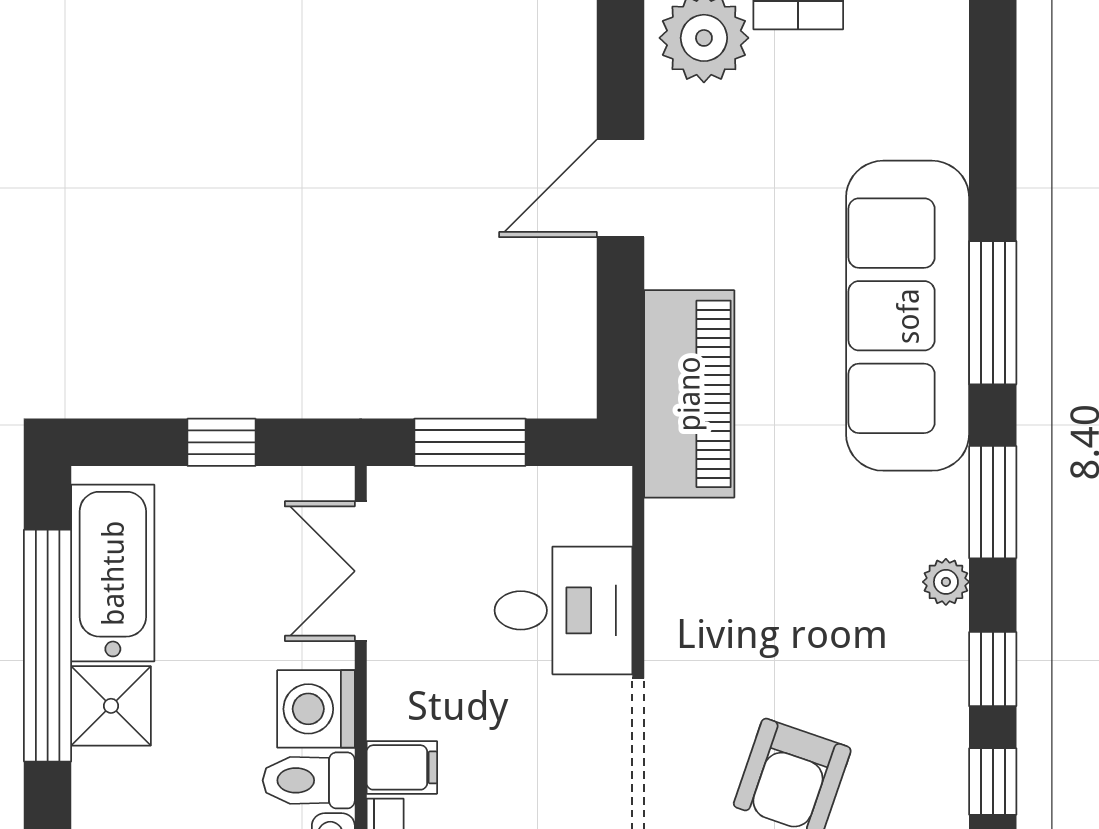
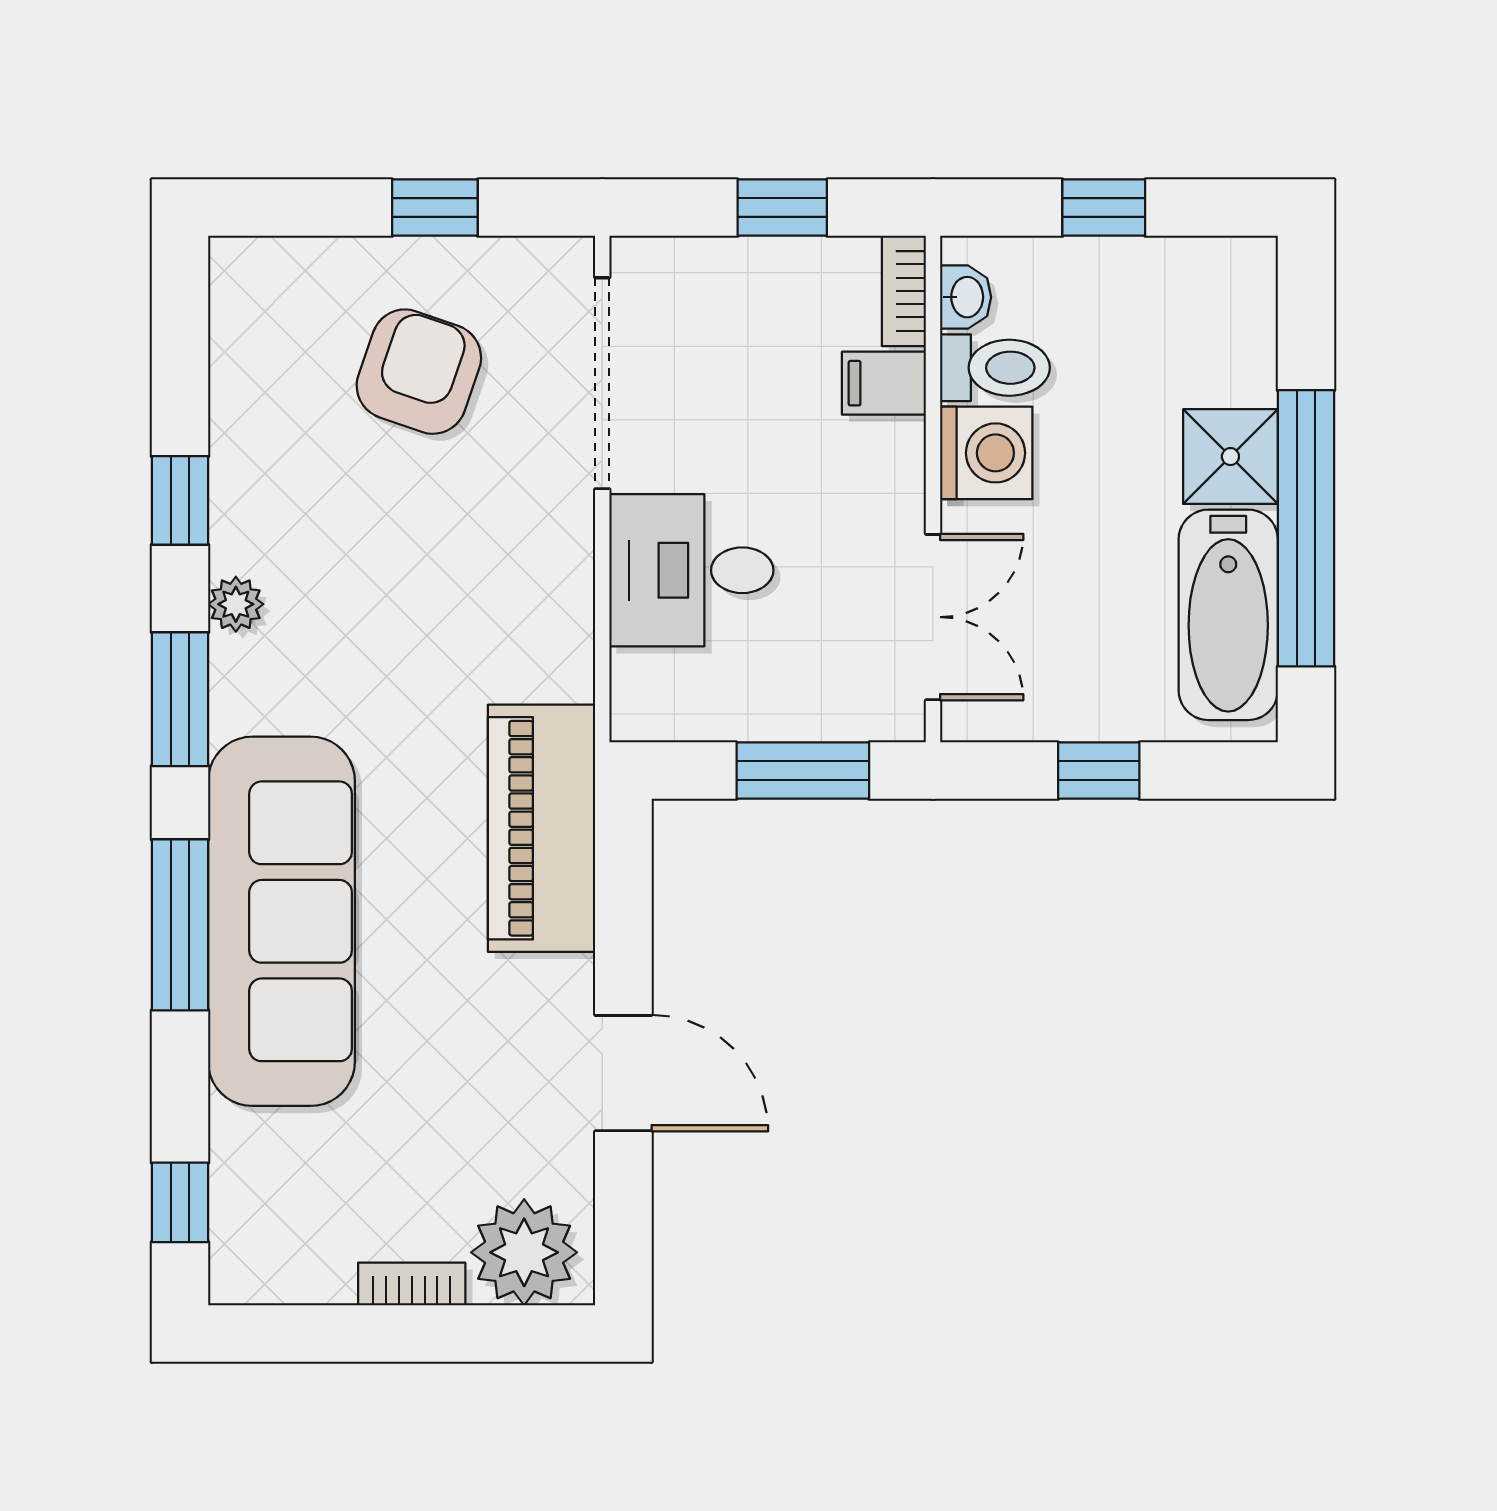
door: (621, 188) -> (623, 1073), hinge flipped
window: (993, 781) -> (180, 1202), moved

